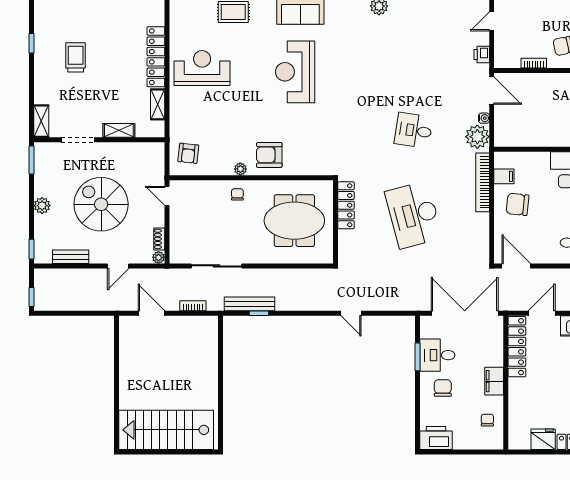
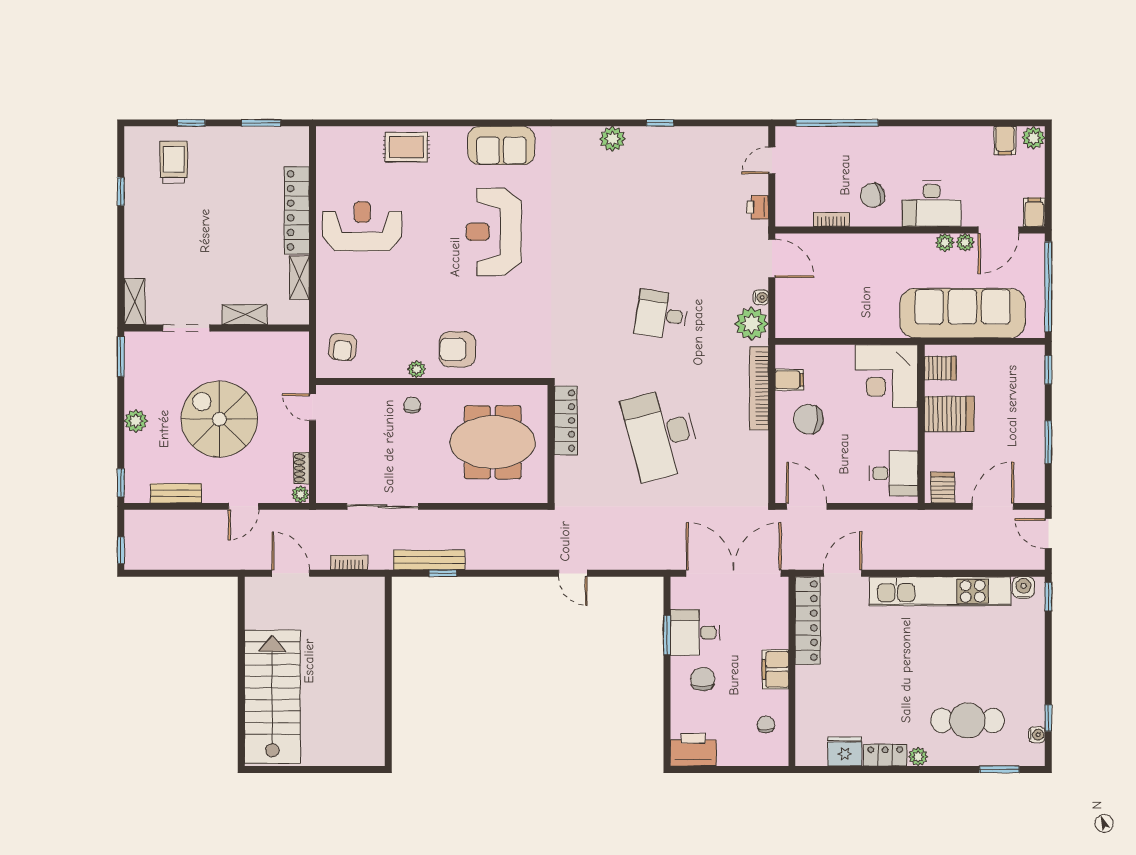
trolley: (76, 57) -> (174, 162), moved
stairs: (166, 430) -> (272, 697), moved, turned 90

